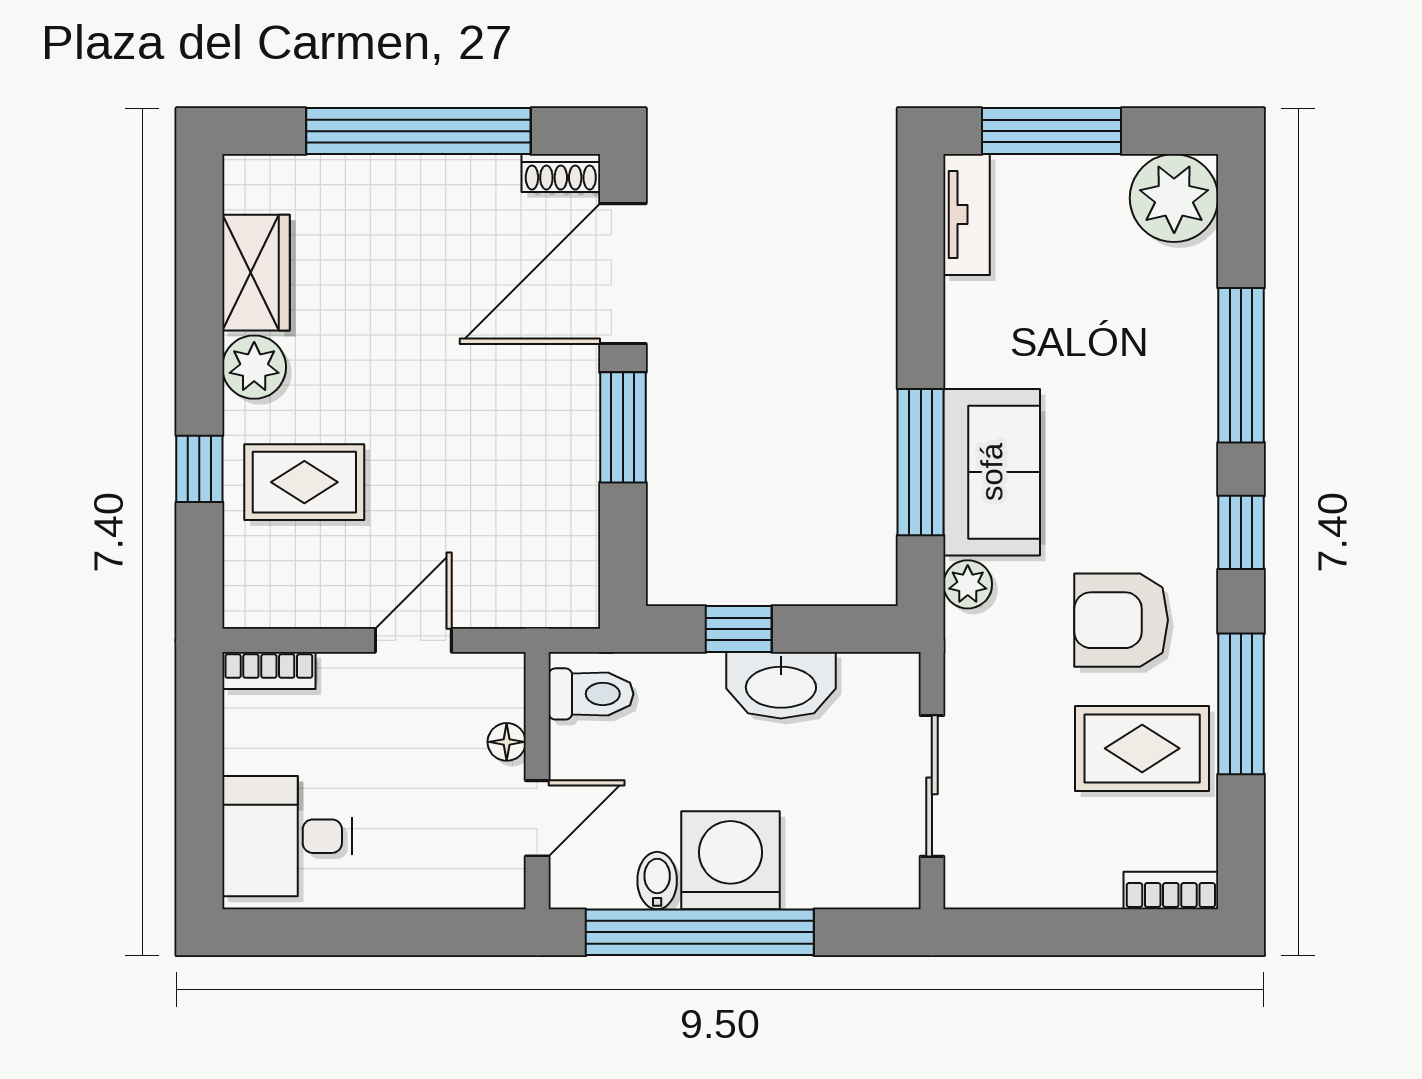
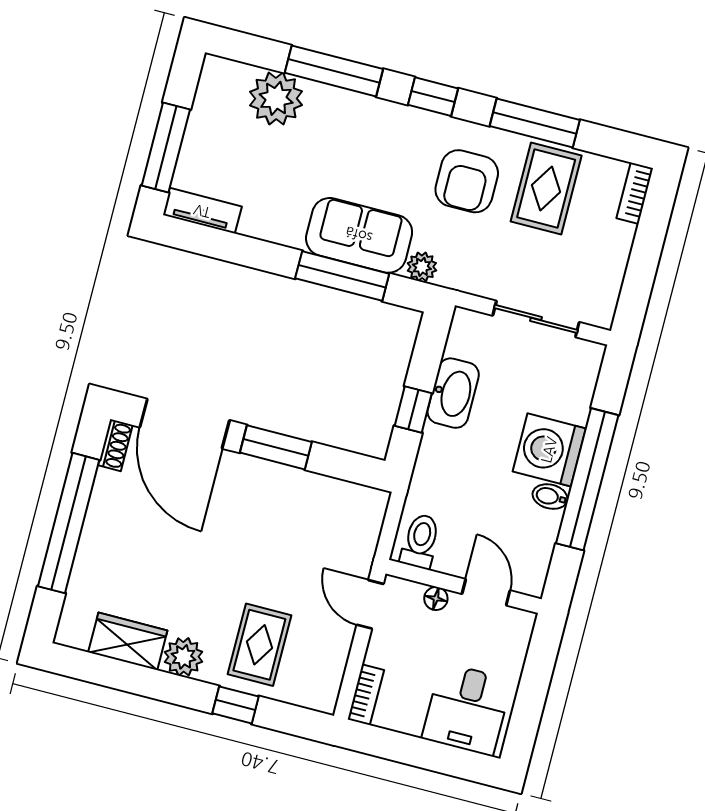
plant: (1174, 198) -> (276, 98), moved
toilet: (591, 694) -> (420, 541), moved
floor lamp: (507, 742) -> (436, 599), moved
wall: (537, 781) -> (464, 586), moved
door: (537, 818) -> (486, 592), moved

